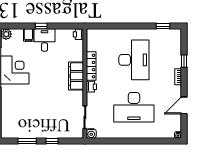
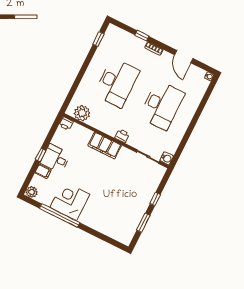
plant: (94, 43) -> (82, 113), added
desk: (134, 60) -> (117, 83), turned 90
locker: (91, 66) -> (102, 126), removed

